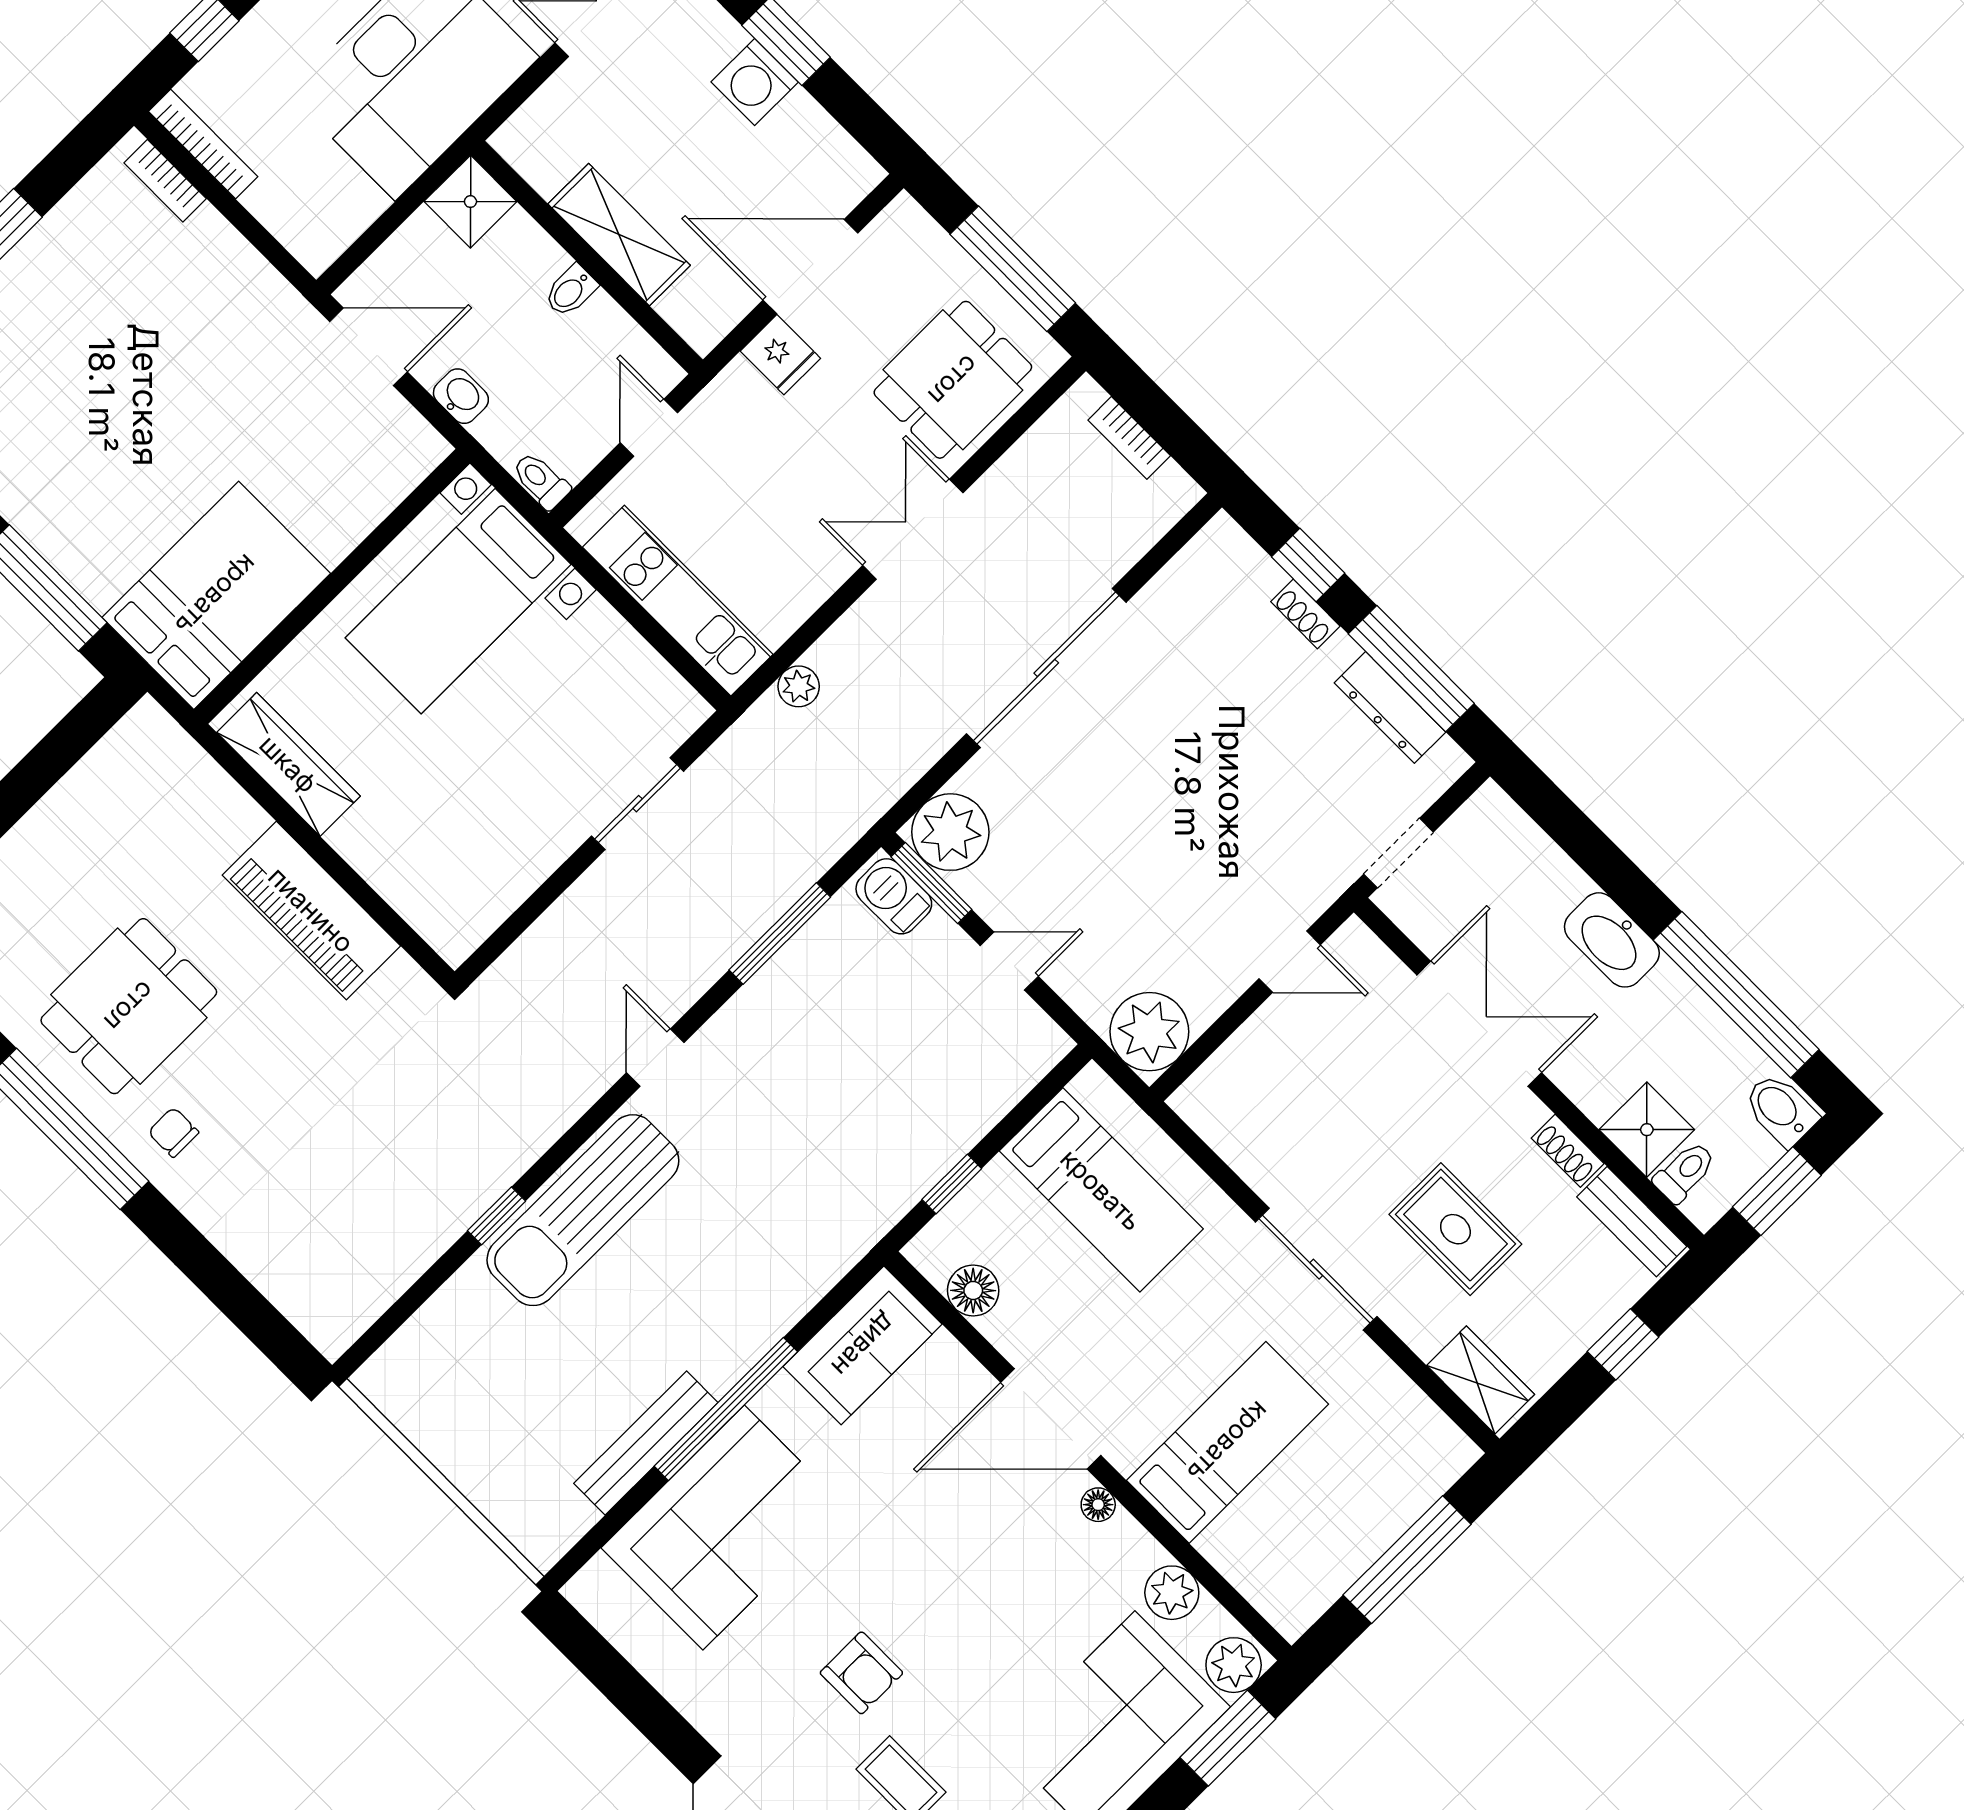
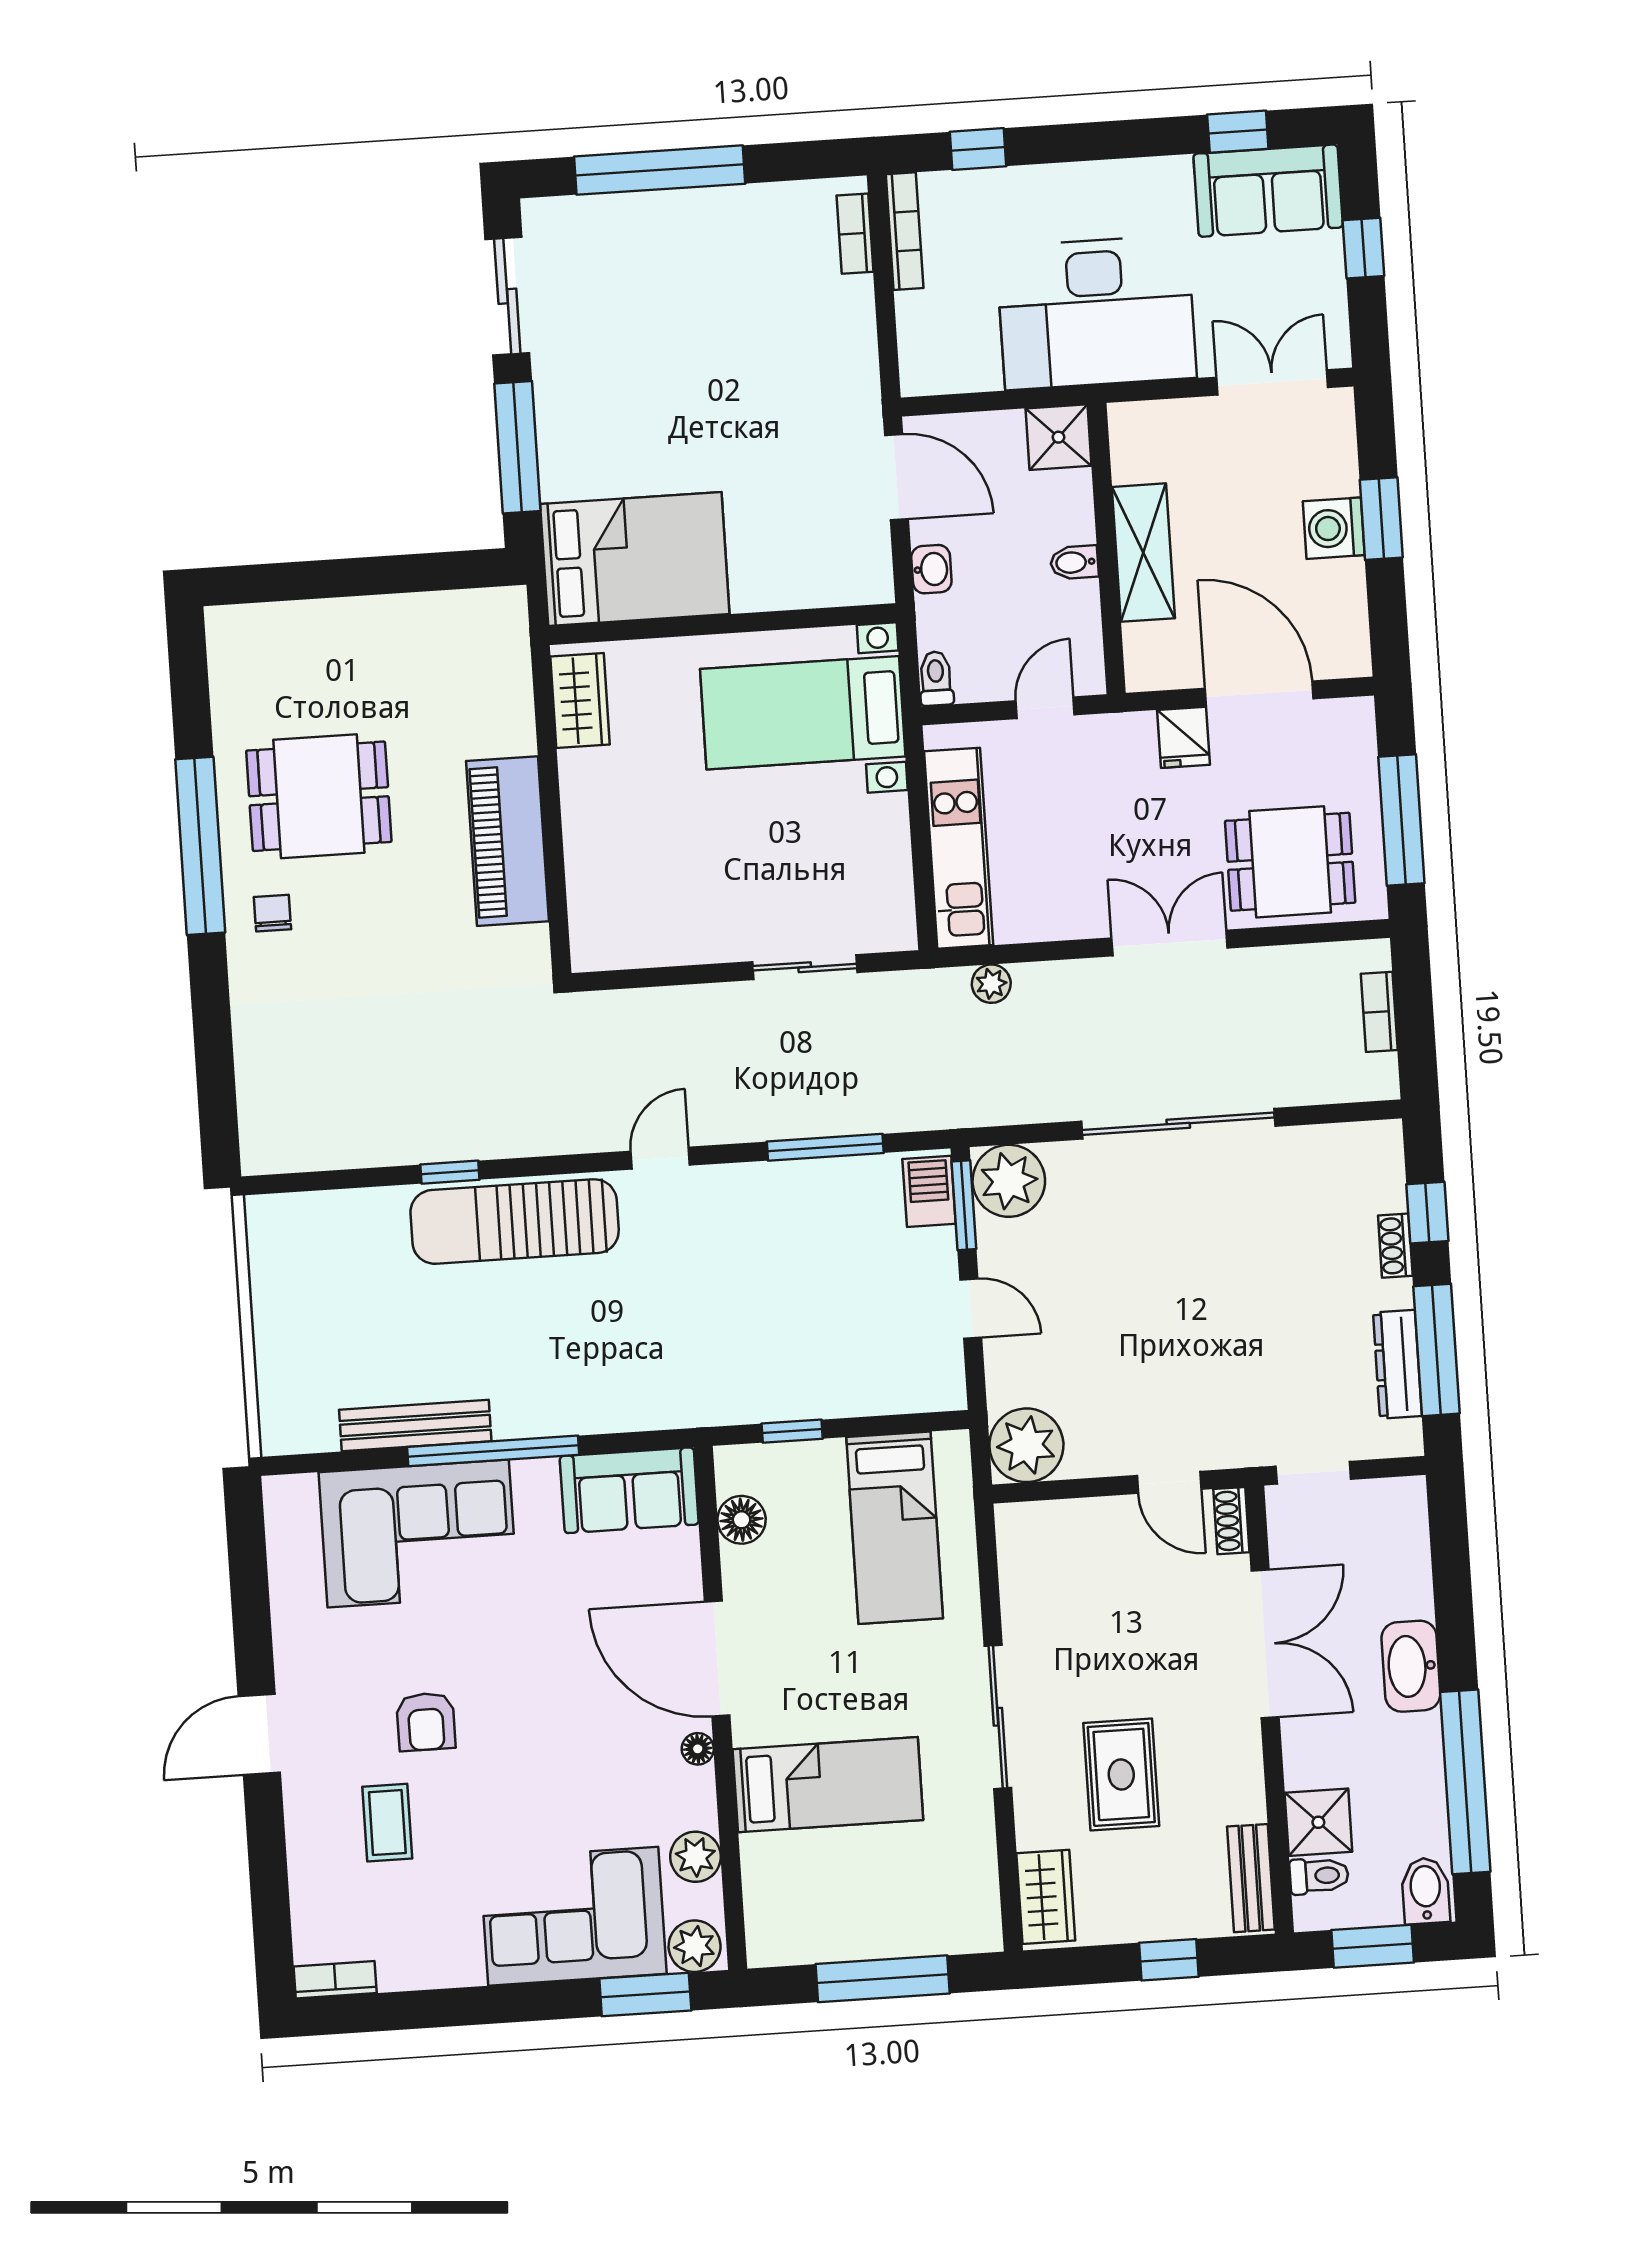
wardrobe: (288, 764) -> (580, 701), width x0.67
shoe rack: (1568, 1151) -> (1231, 1521), moved

